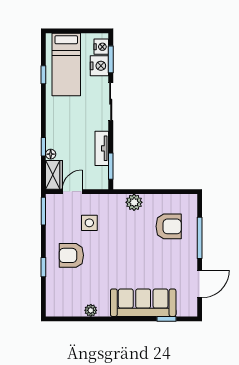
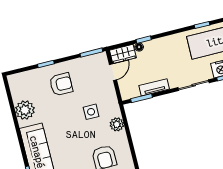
door: (72, 192) -> (113, 72), hinge flipped
side table: (89, 223) -> (91, 112), moved
armchair: (71, 255) -> (61, 84), turned 90
plant: (91, 310) -> (25, 110), width x1.88, depth x1.88

